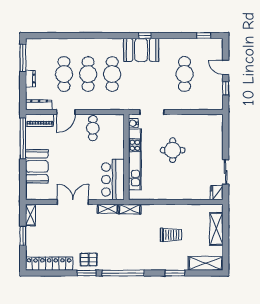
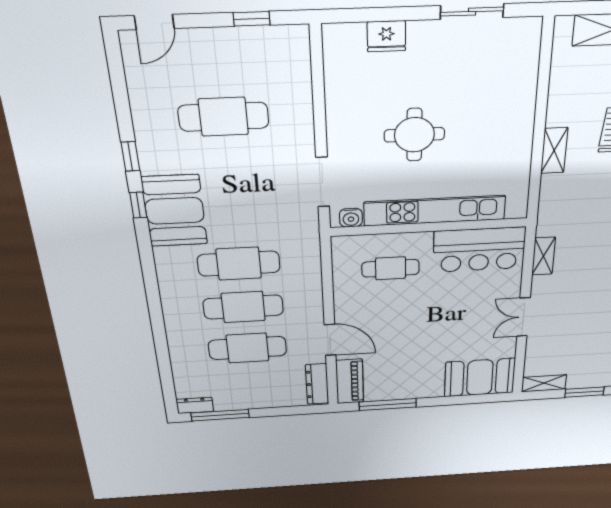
window: (204, 36) -> (130, 156), moved
door: (226, 67) -> (154, 22), moved
dresser: (30, 79) -> (195, 405), moved
cafe table: (93, 128) -> (391, 268), moved
window: (23, 138) -> (388, 405), width x0.68
booth: (37, 166) -> (480, 378), moved
fridge: (217, 193) -> (386, 36), moved
double door: (73, 202) -> (523, 317), width x0.73
shelving: (130, 209) -> (554, 151), moved

